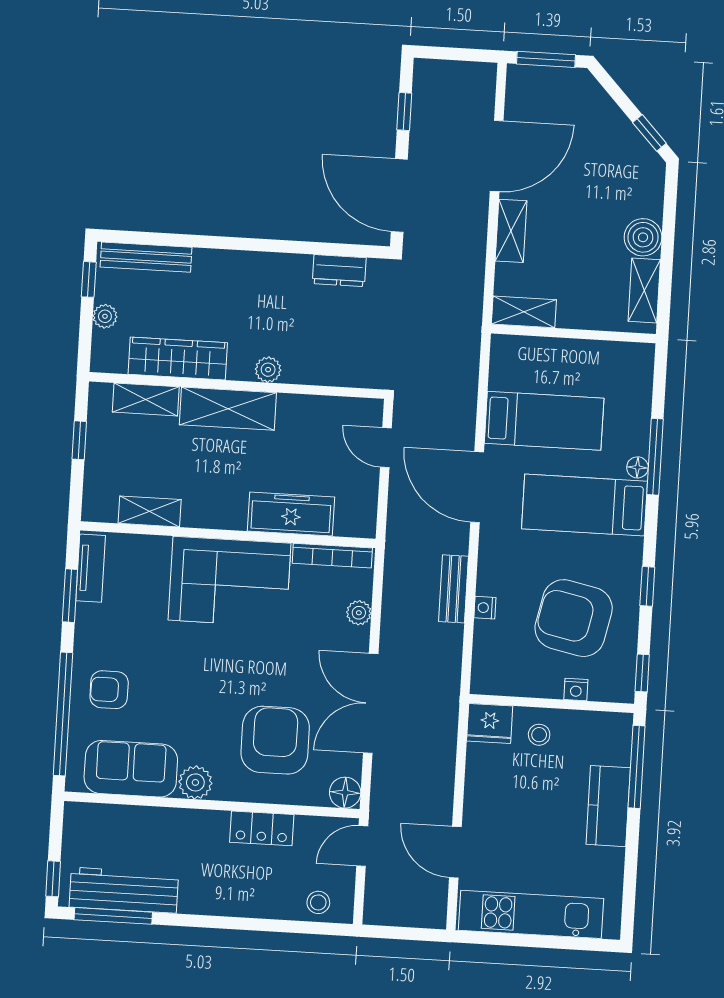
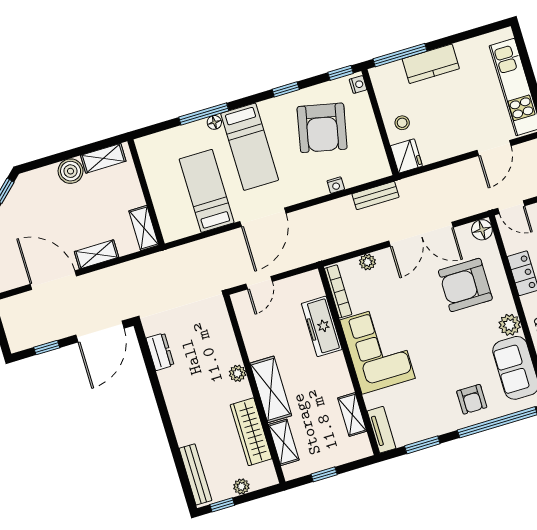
tv unit: (91, 568) -> (381, 430), moved, turned 90
bench: (453, 589) -> (376, 196), moved
nightstand: (576, 689) -> (358, 85), moved

